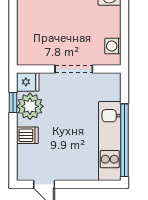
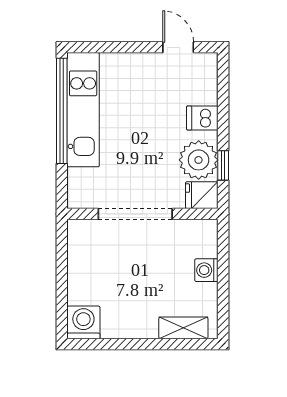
washing machine: (113, 46) -> (206, 270), moved, turned 180
doorway: (74, 69) -> (135, 214), width x1.36

